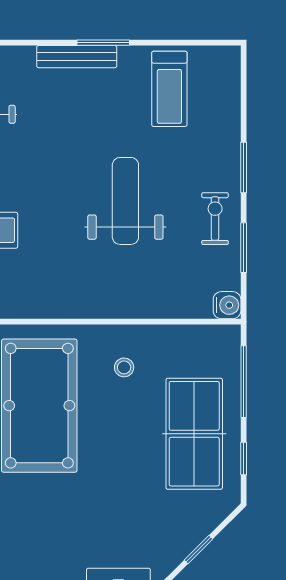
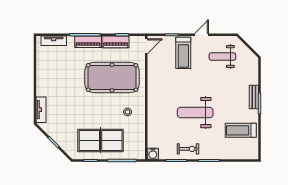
bench: (77, 57) -> (254, 97), width x0.73
weight bench: (125, 201) -> (195, 113), turned 180

